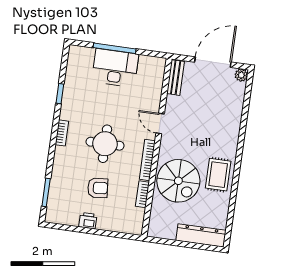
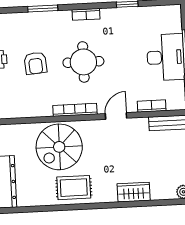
wardrobe: (233, 121) -> (134, 192), added
window: (46, 192) -> (43, 9), moved
bookcase: (142, 194) -> (152, 106), moved

